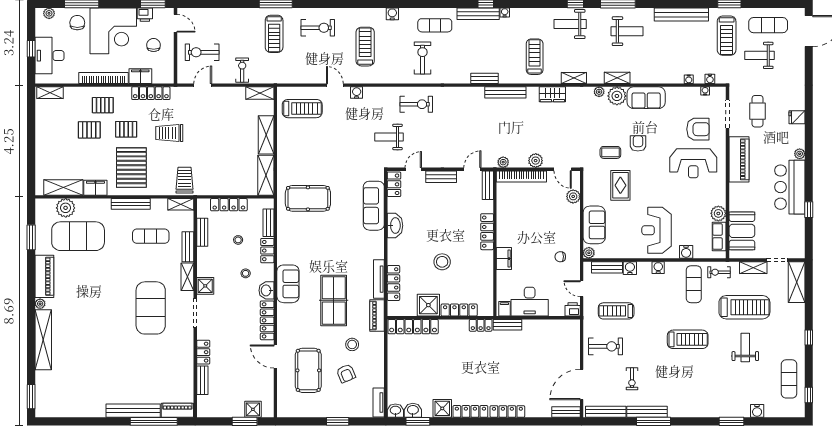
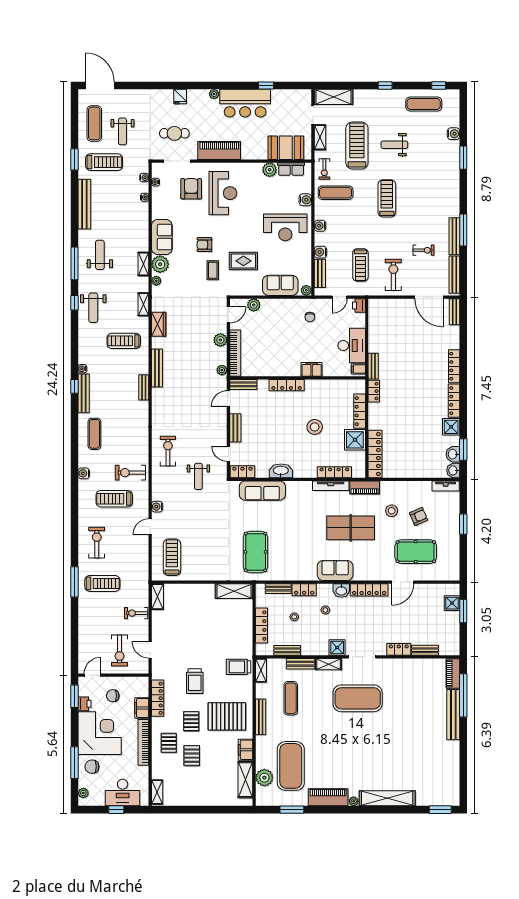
exercise bike: (422, 58) -> (130, 473), moved
shelving: (266, 135) -> (196, 591), removed
door: (472, 169) -> (228, 399), hinge flipped

